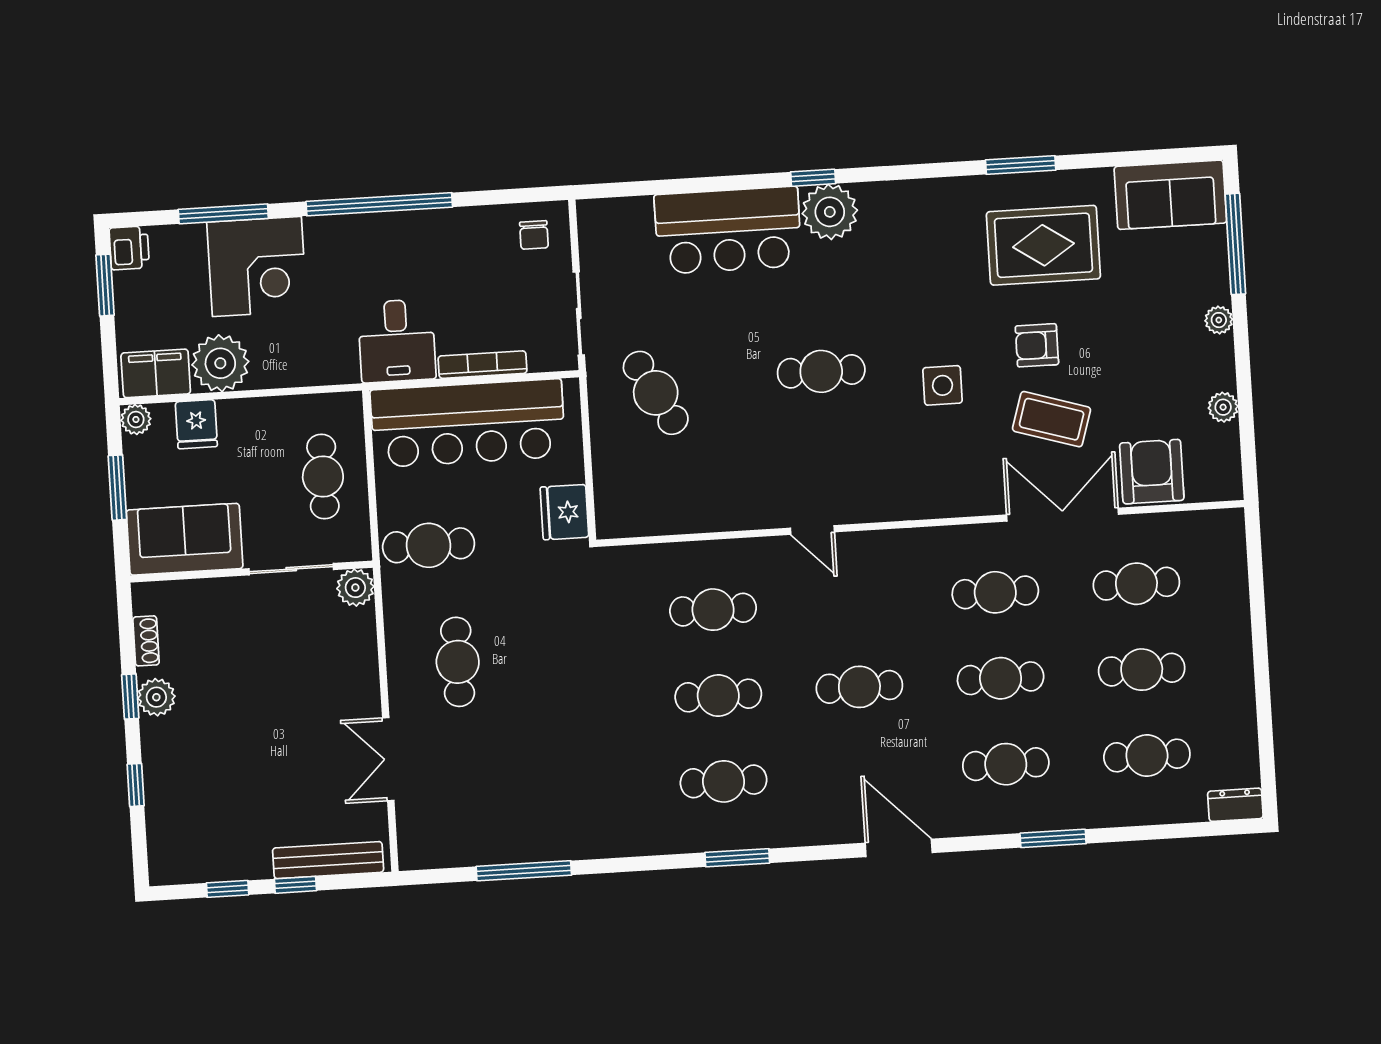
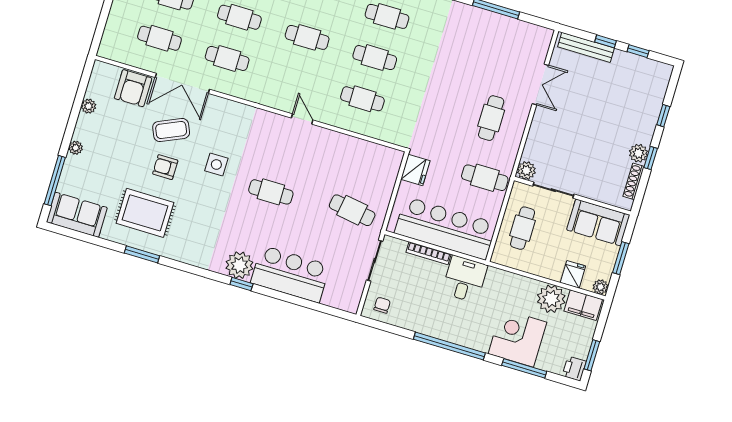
armchair: (1037, 345) -> (165, 167), turned 180
cafe table: (656, 393) -> (352, 210), turned -52
coffee table: (1052, 419) -> (171, 130), turned -41
shoe rack: (146, 641) -> (634, 181), width x1.43

